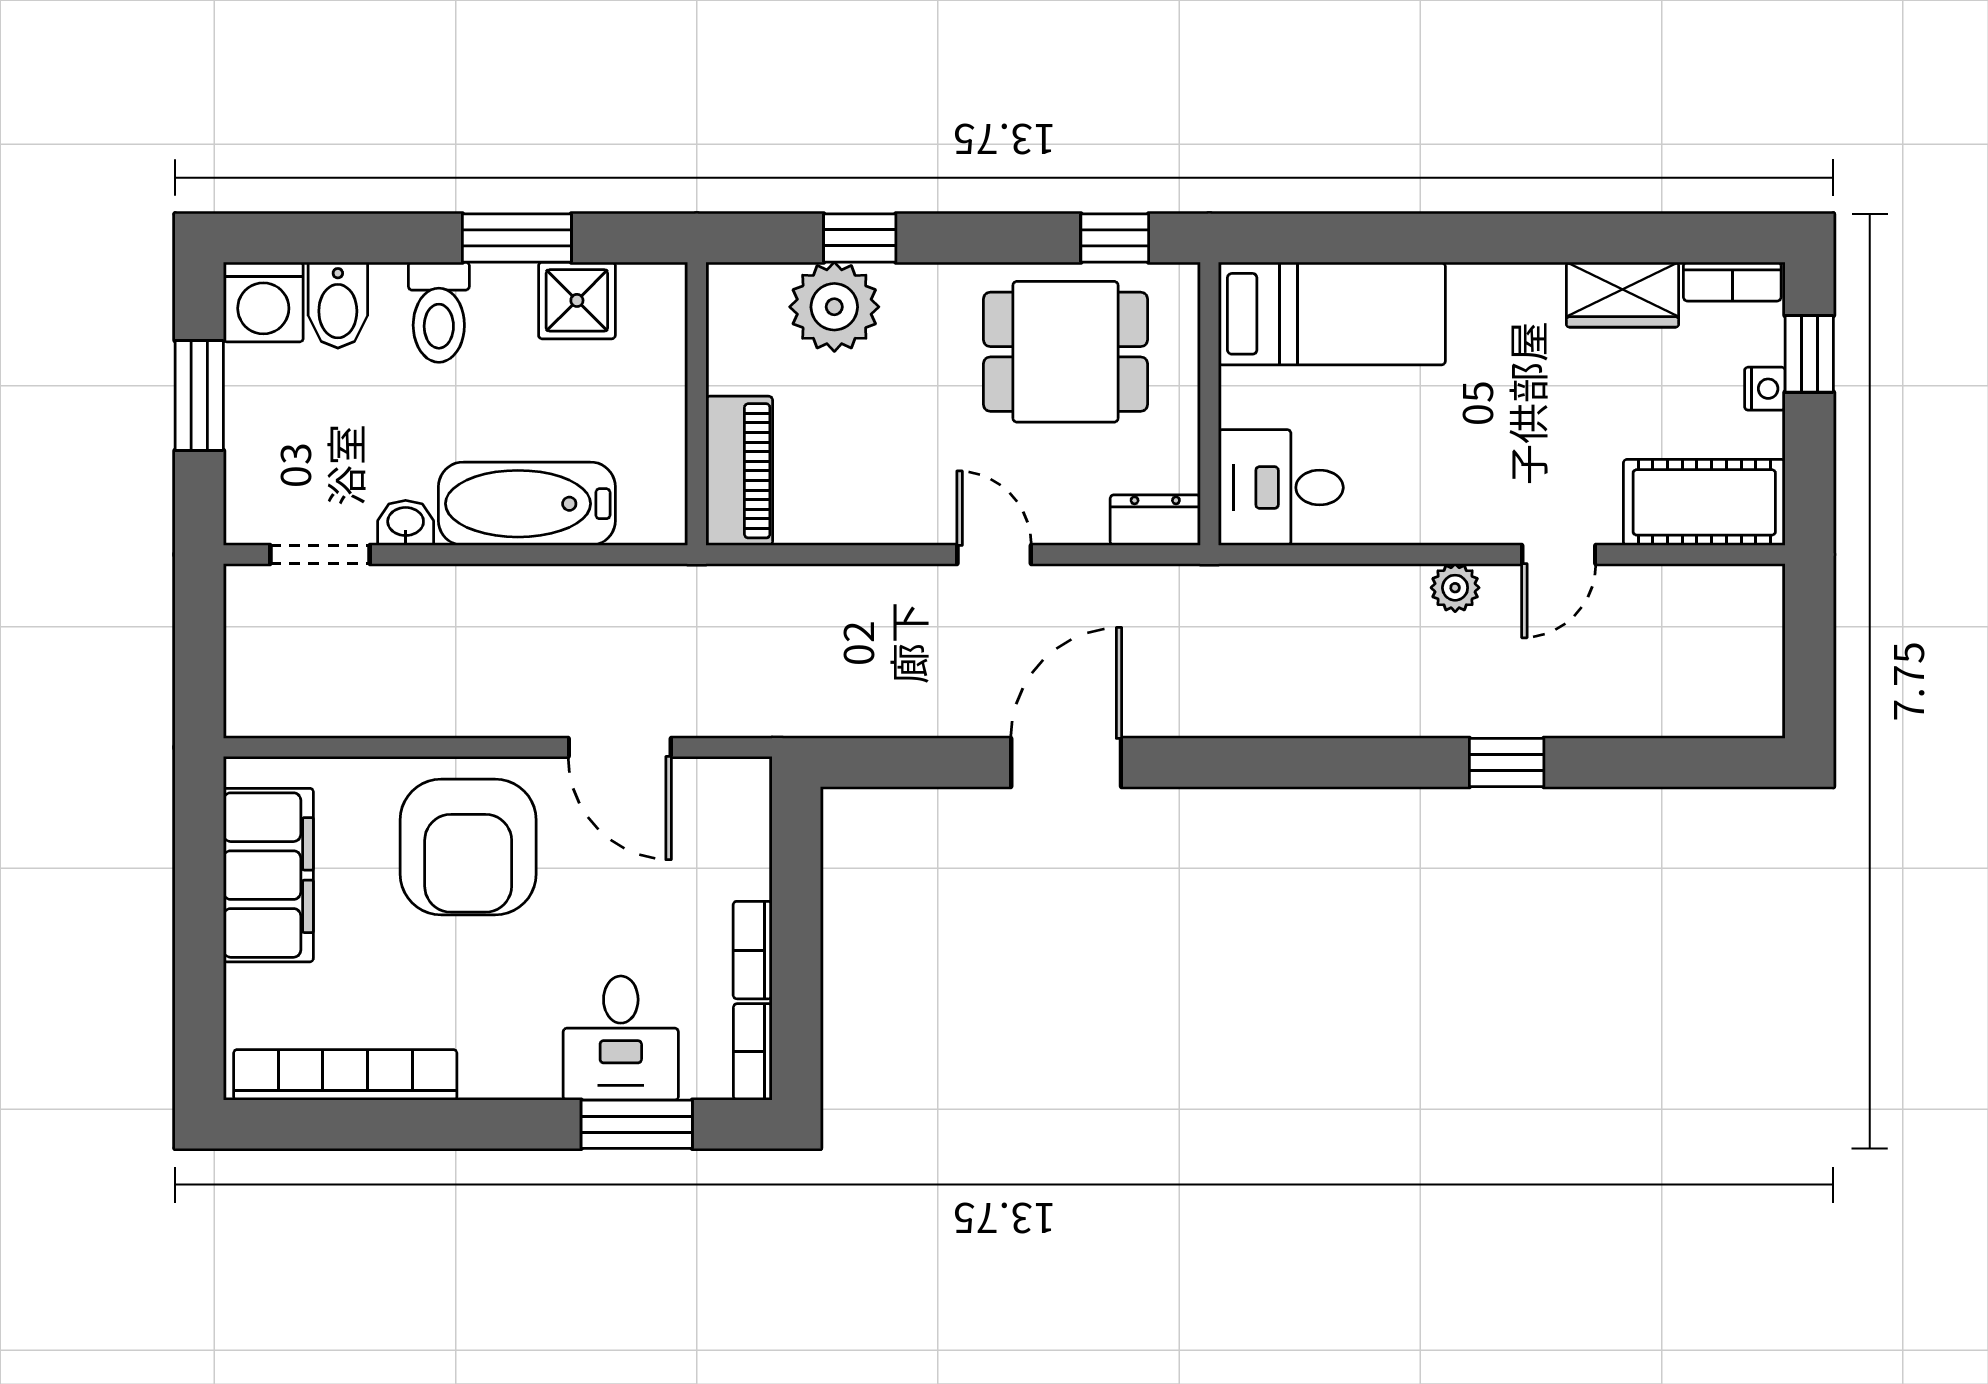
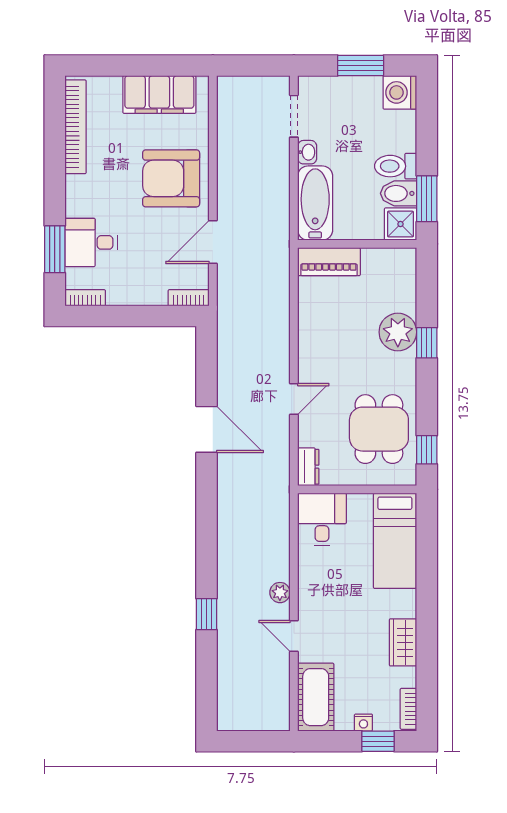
wardrobe: (1623, 295) -> (403, 642), moved
bidet: (338, 305) -> (399, 193), moved
wall: (697, 404) -> (357, 244), moved
piano: (739, 471) -> (329, 262), moved
bookcase: (753, 950) -> (189, 298), moved

